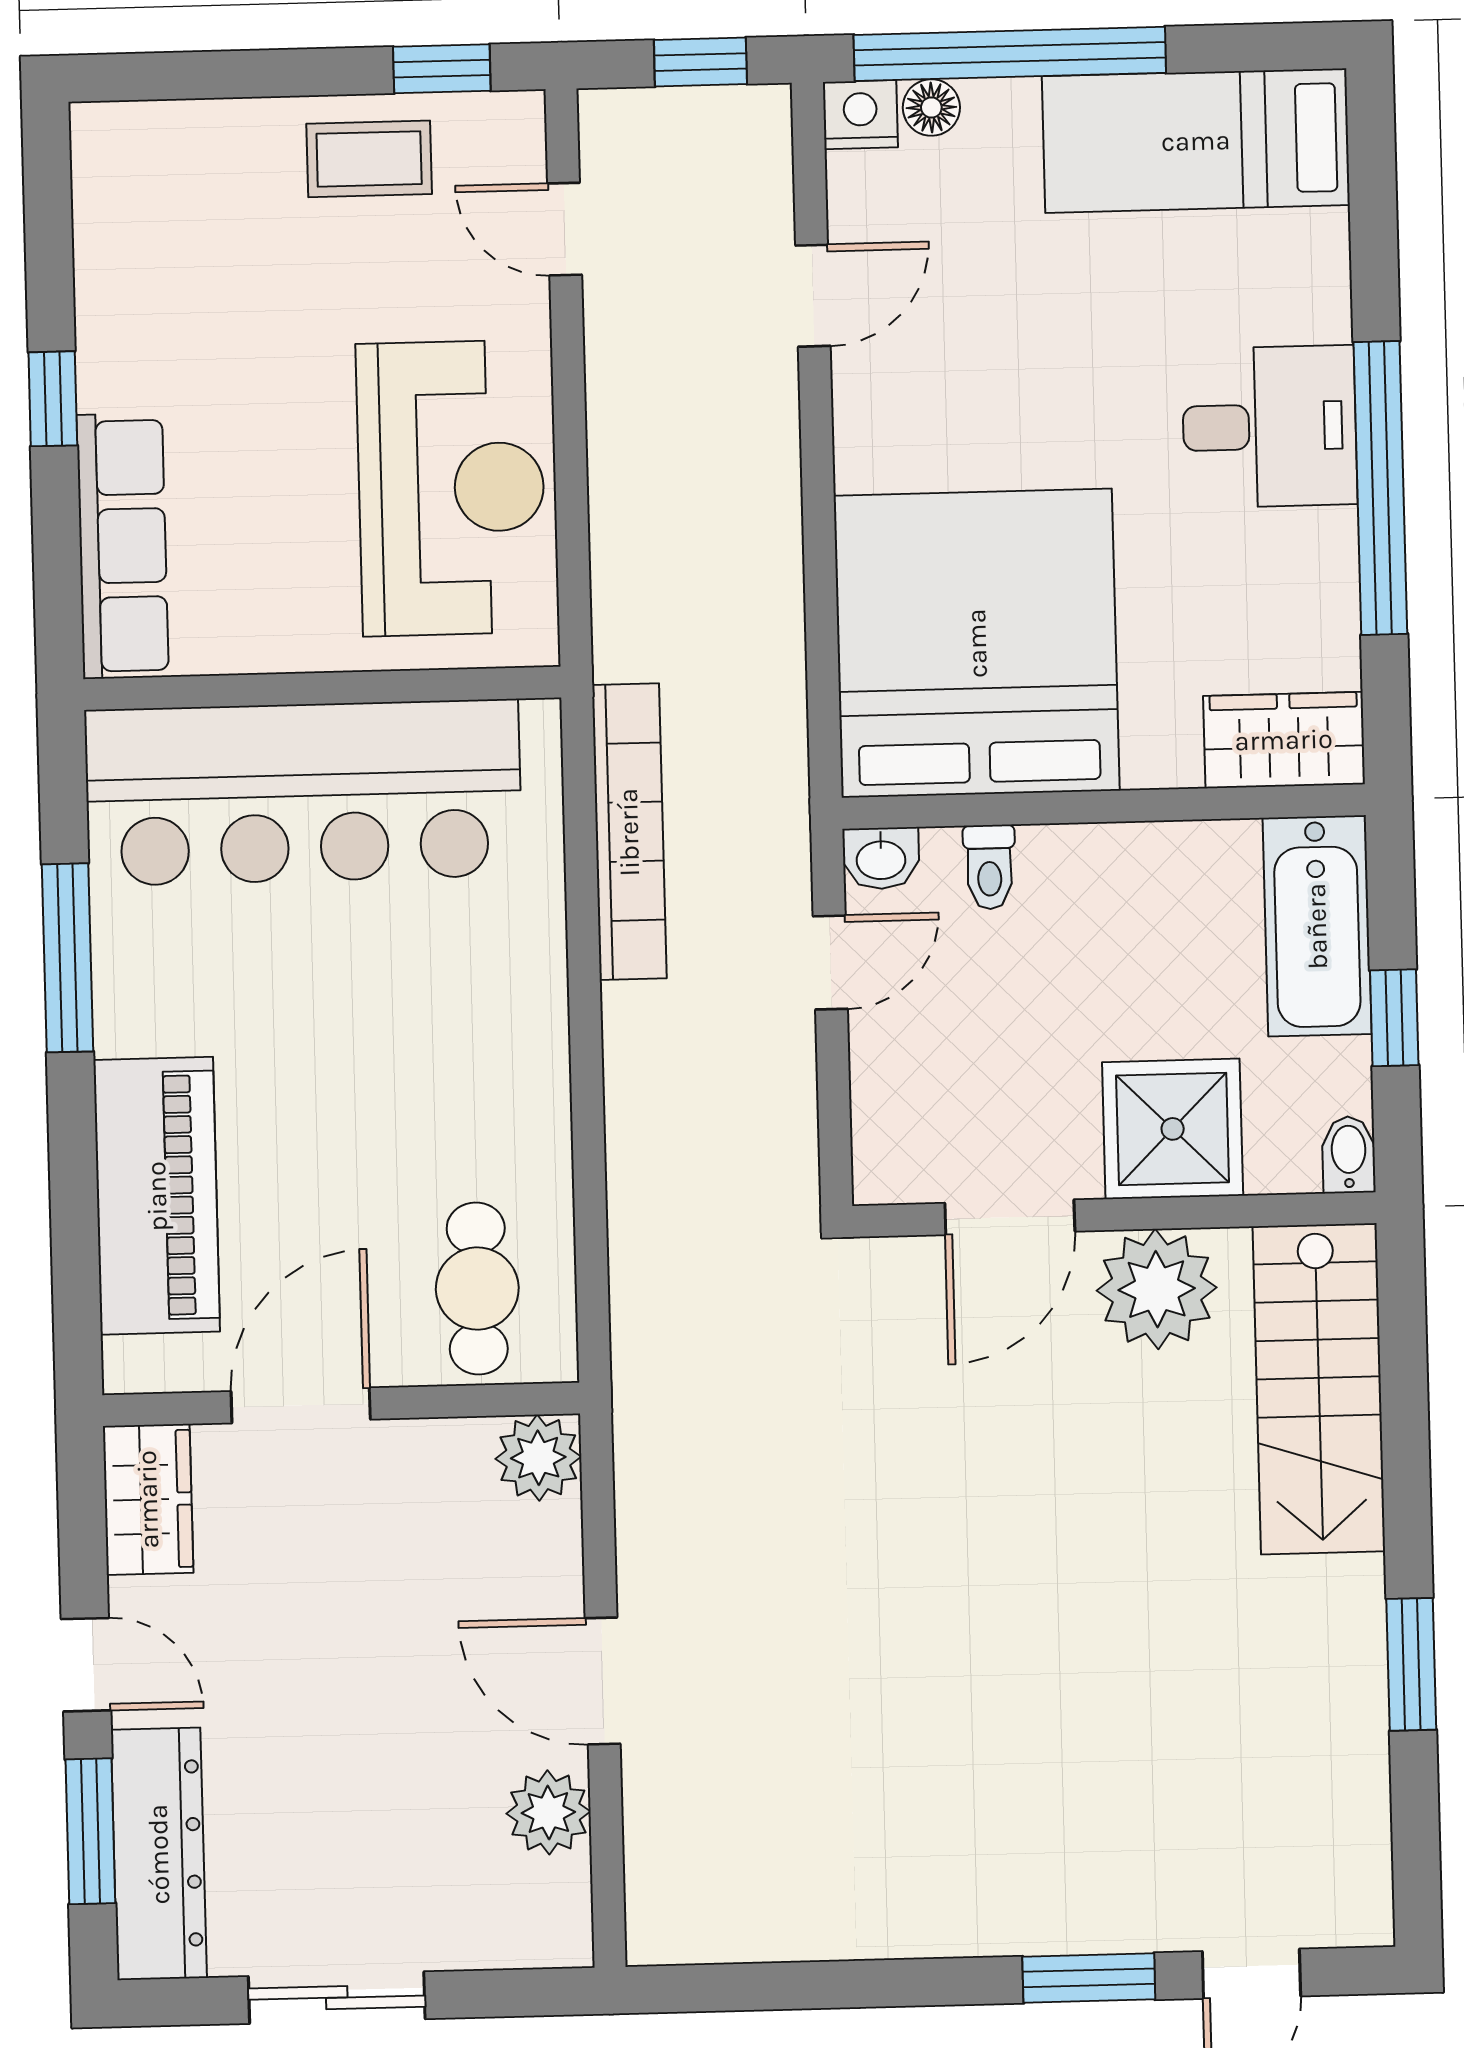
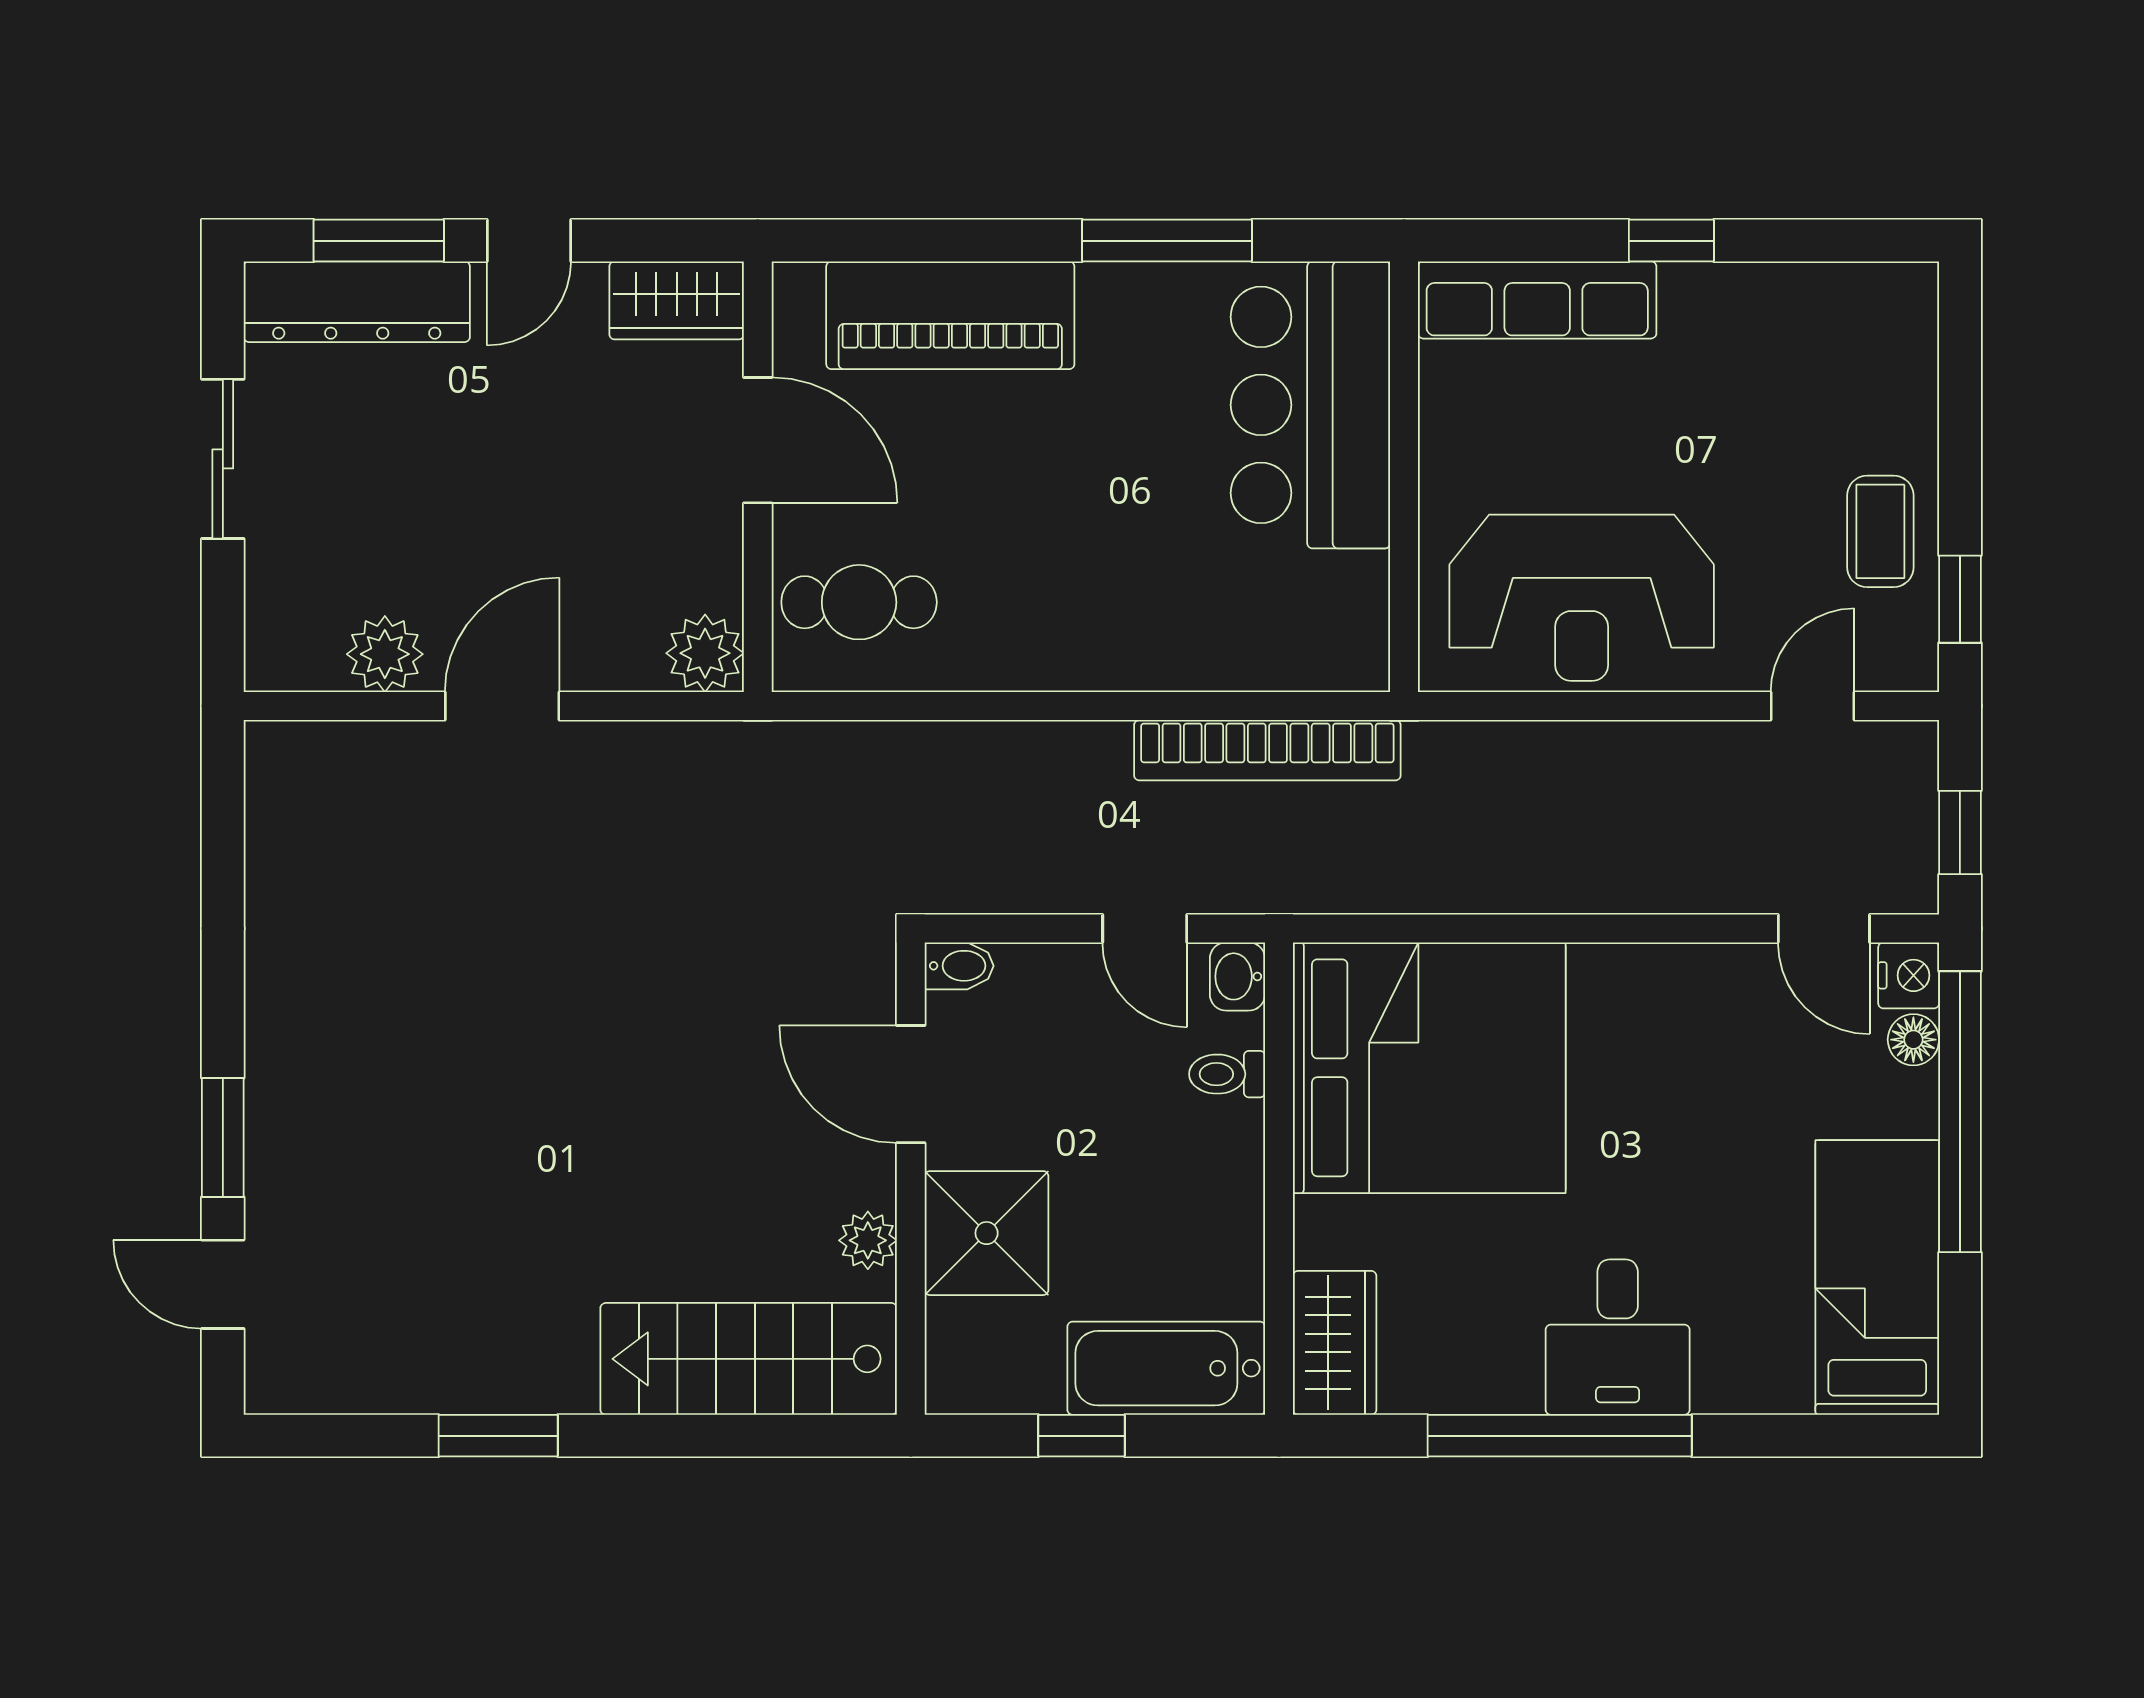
door: (813, 296) -> (1824, 928), moved
bar counter: (303, 793) -> (1310, 405), width x0.73
bidet: (1349, 1155) -> (959, 966), moved
plant: (1157, 1289) -> (868, 1240), width x0.53, depth x0.53

